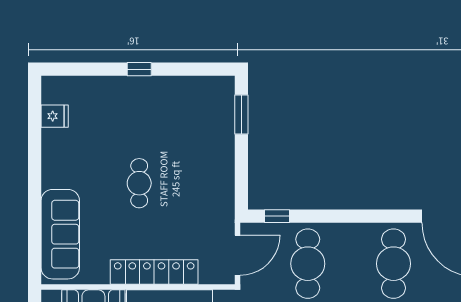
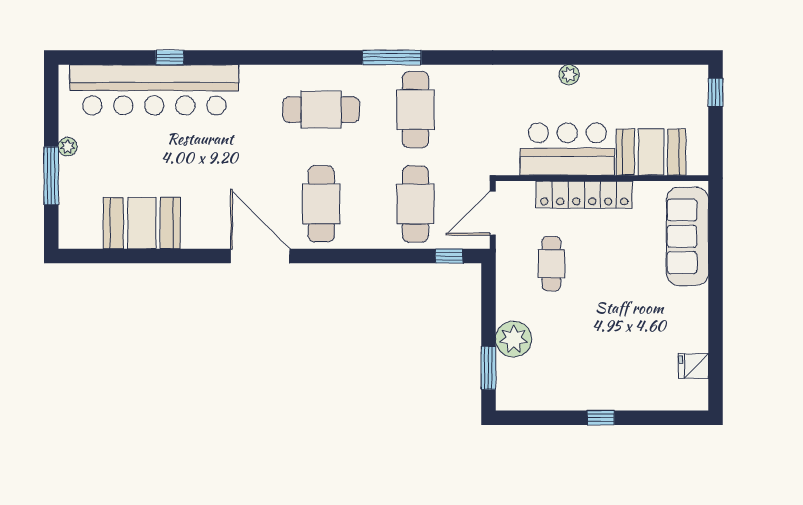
plant: (218, 141) -> (514, 339), added
cafe table: (139, 183) -> (551, 264), moved

